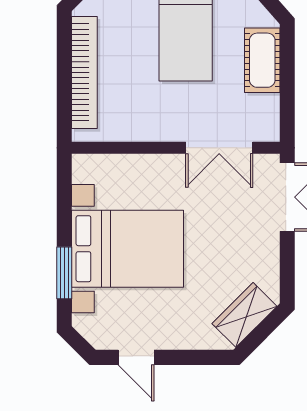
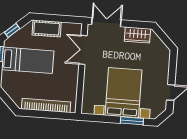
double door: (219, 148) -> (83, 50), swing flipped
wardrobe: (244, 315) -> (137, 35), moved, turned -45

